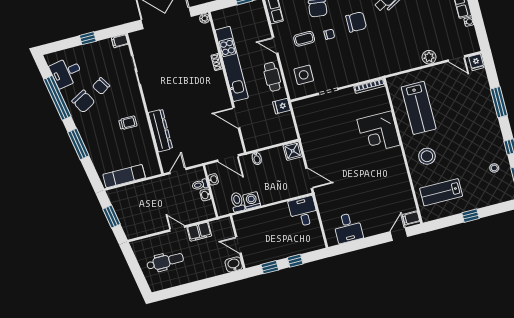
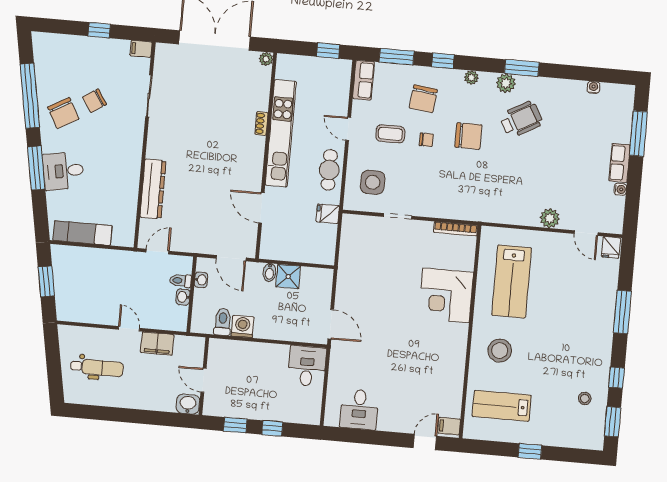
desk: (66, 72) -> (63, 171), moved
trolley: (128, 123) -> (113, 163), removed
shower: (293, 151) -> (288, 276), moved

